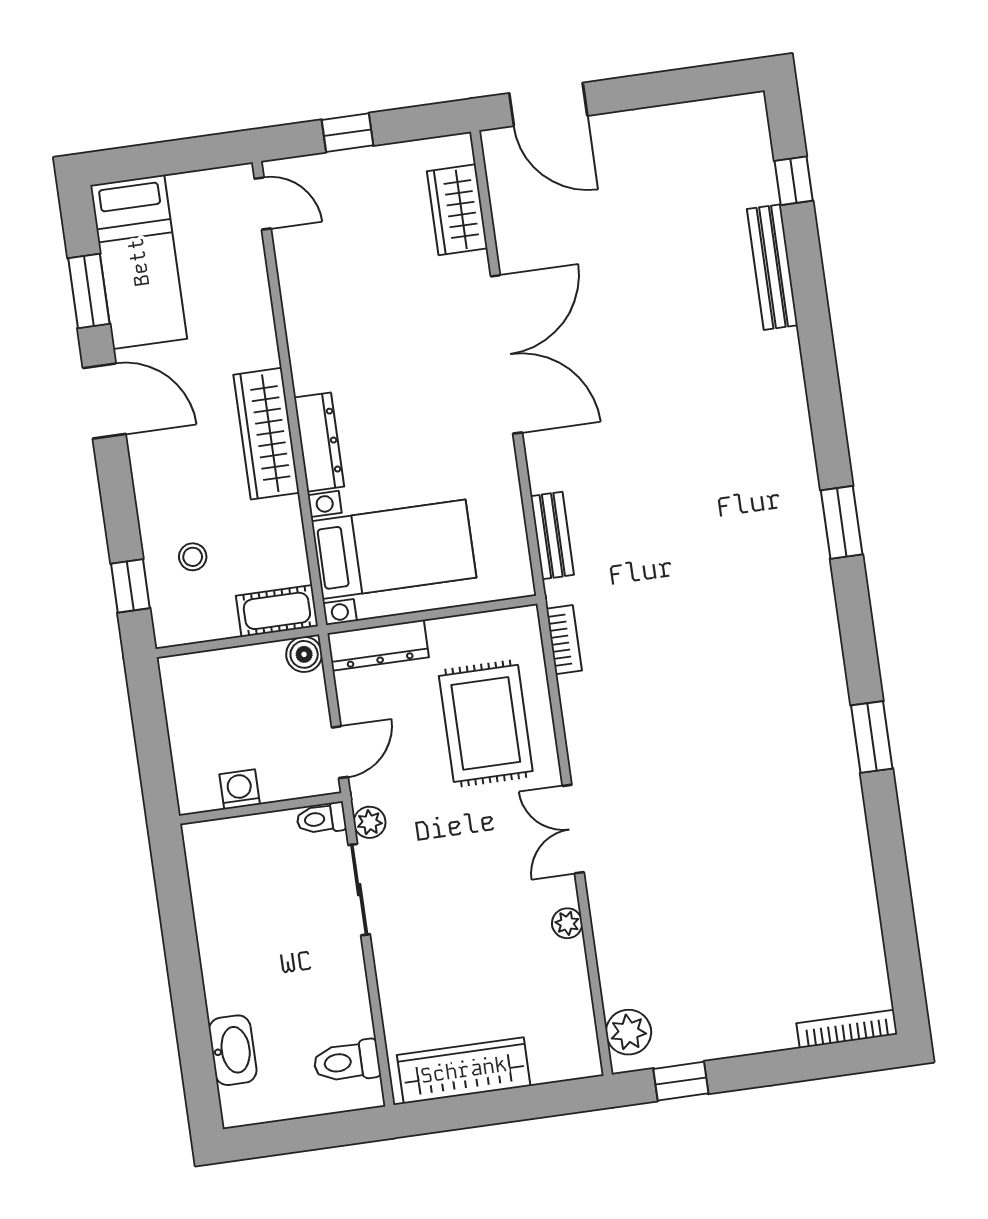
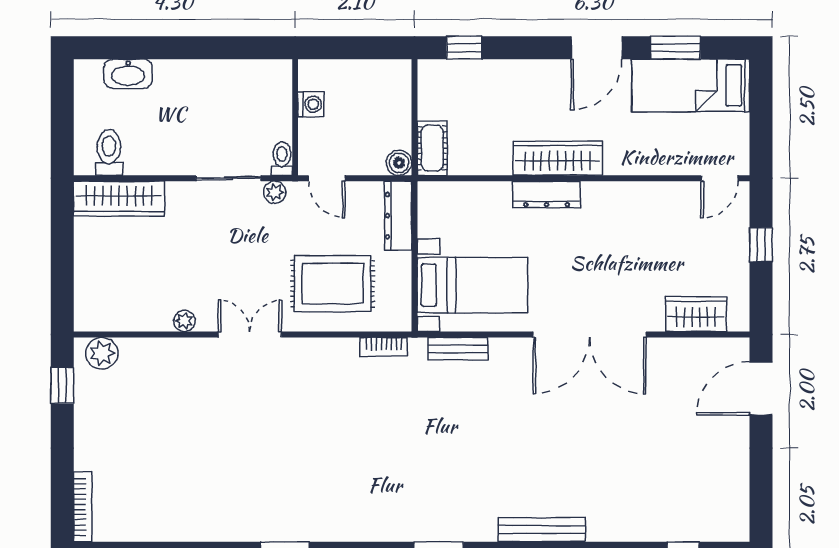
bench: (772, 267) -> (542, 530), moved
bed with nightstands: (394, 549) -> (472, 285), moved, turned -90
stool: (193, 557) -> (478, 94), removed
wardrobe: (464, 1070) -> (119, 199), moved, turned 90

